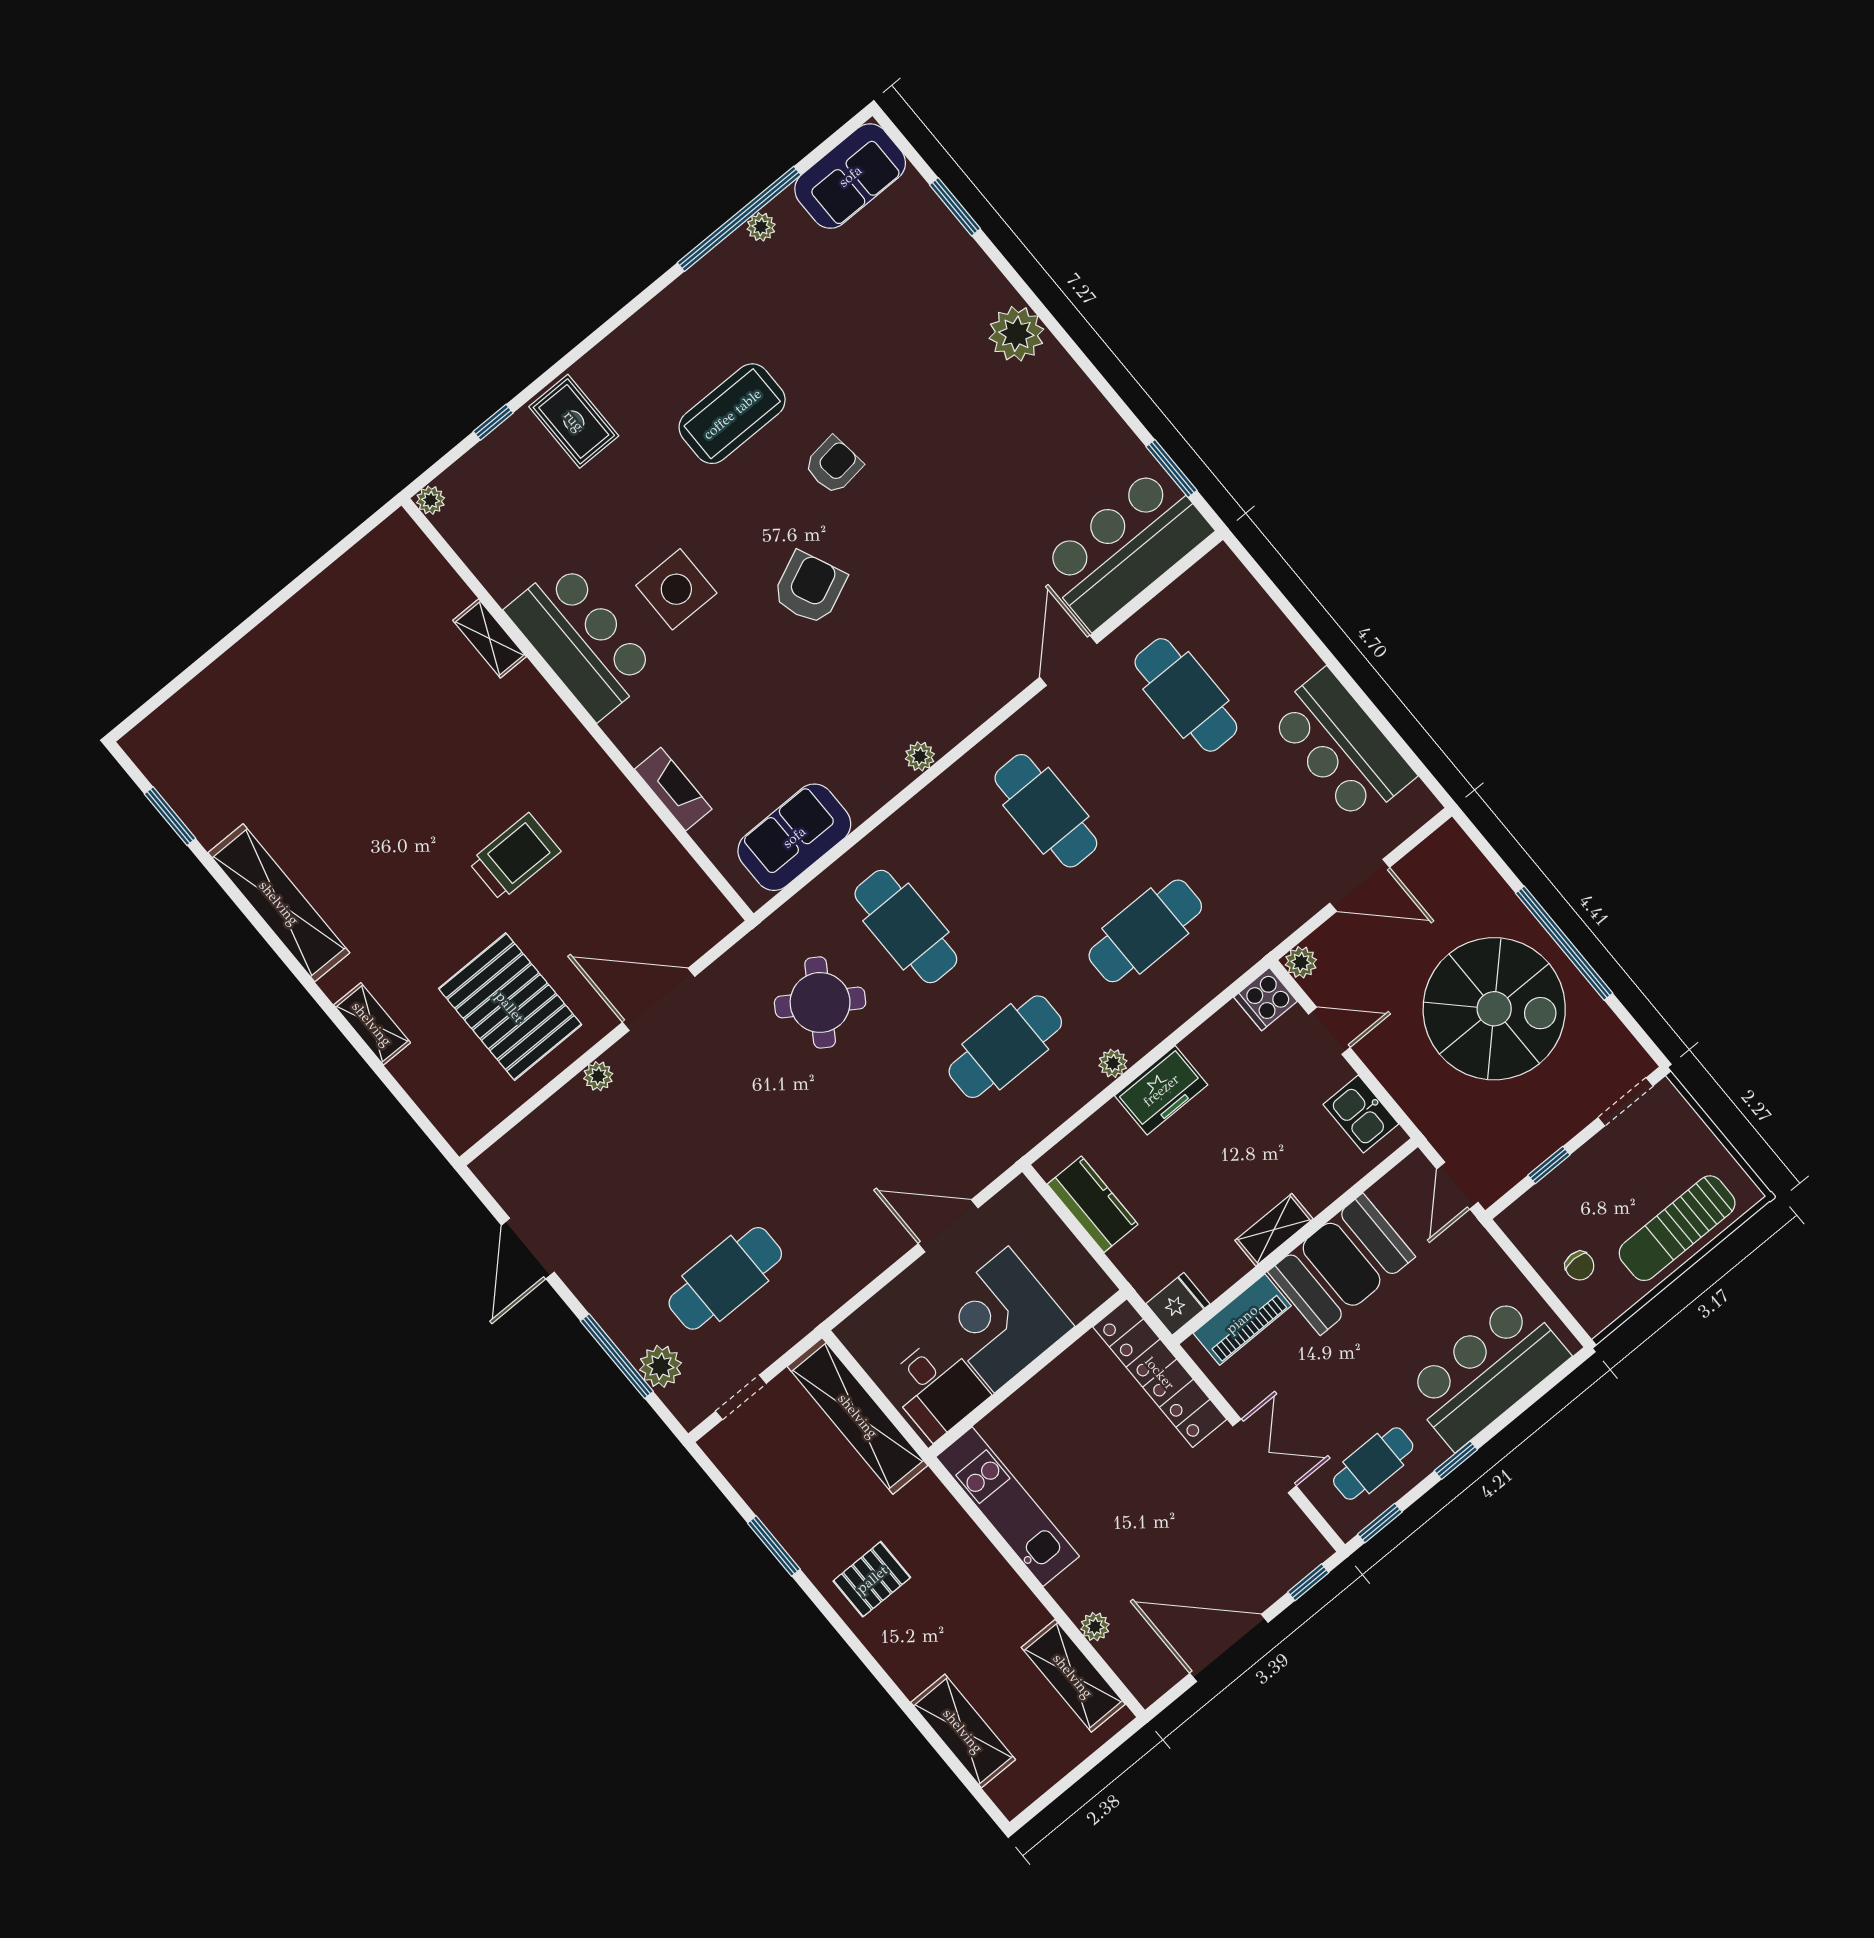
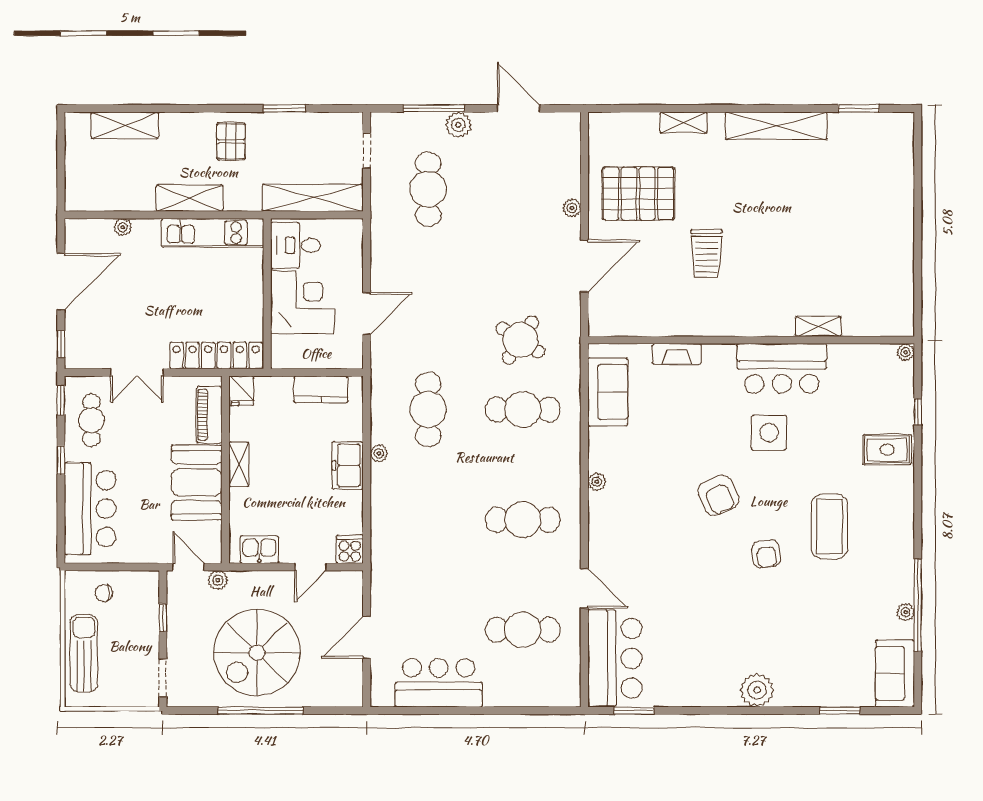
cafe table: (1145, 931) -> (428, 520), removed
plant: (1301, 962) -> (218, 580), moved
plant: (661, 1366) -> (458, 125), moved
shelving: (1073, 1676) -> (190, 198), moved

